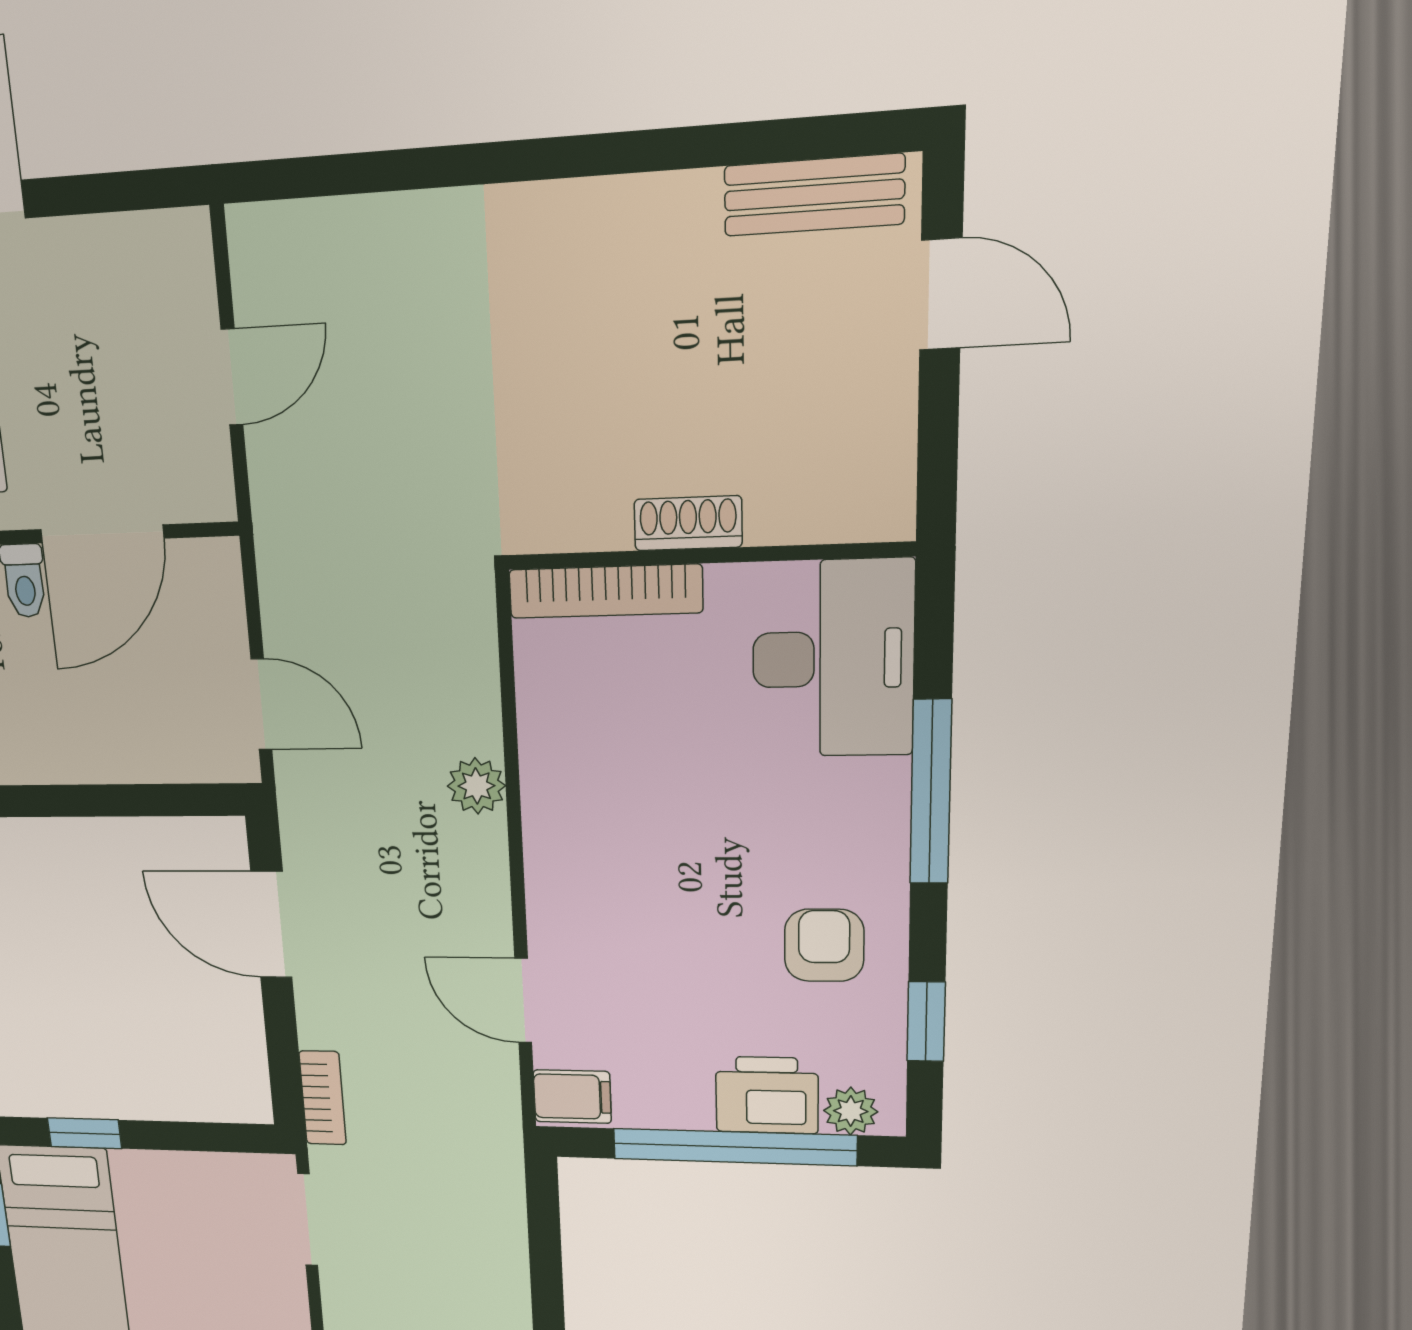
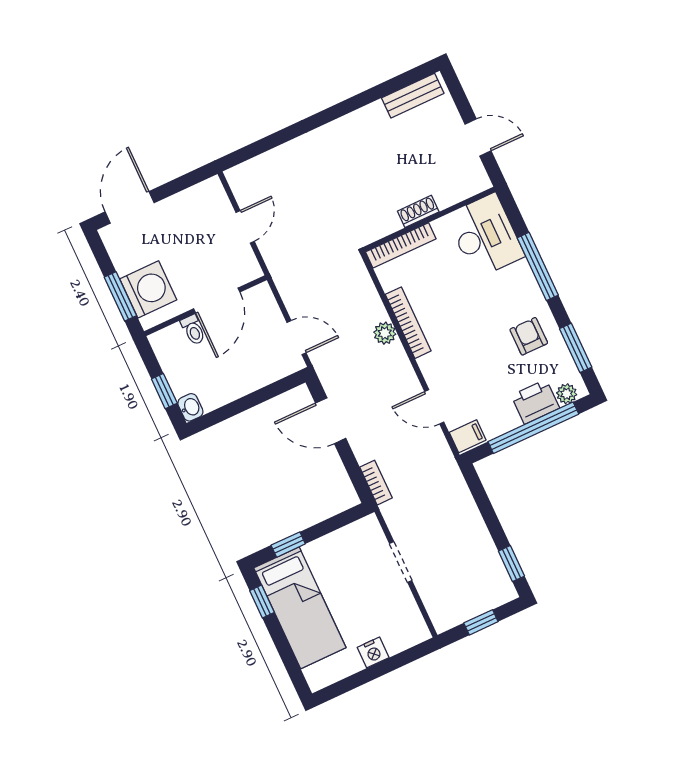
door: (941, 294) -> (478, 138), moved
bookcase: (543, 786) -> (408, 323), added
window: (926, 1022) -> (576, 348), width x1.50
doorway: (308, 1220) -> (401, 562), moved

